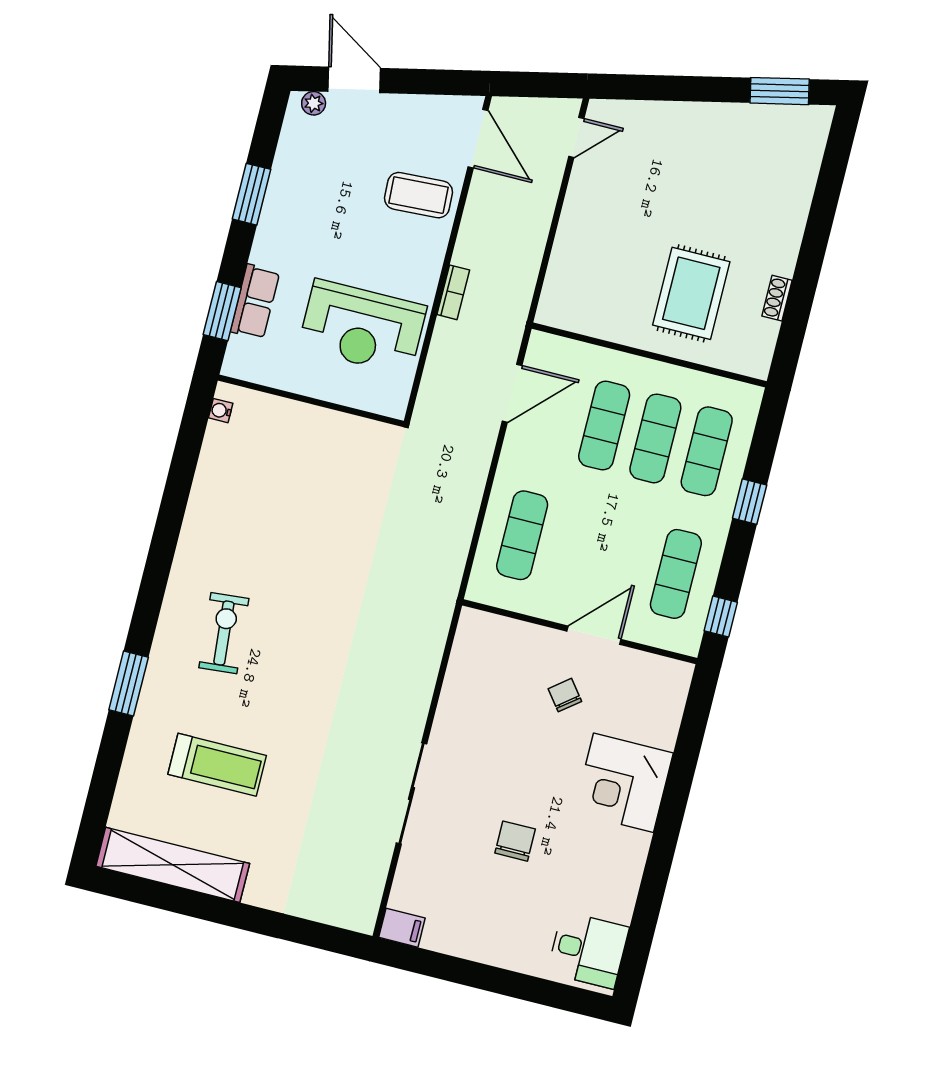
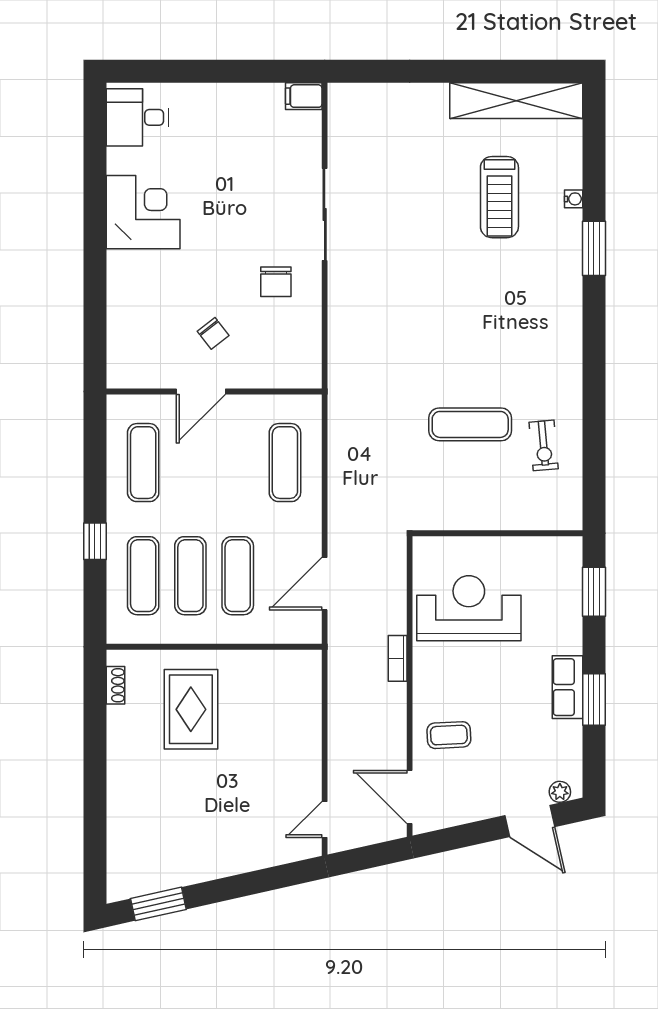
coffee table: (419, 195) -> (449, 735), width x0.73, depth x0.77
shoe rack: (777, 298) -> (116, 685), moved
row of seats: (255, 302) -> (567, 687), moved
water cooler: (221, 411) -> (574, 199), moved
exercise mat: (311, 526) -> (470, 424), added
window: (721, 617) -> (95, 435), removed
exercise bike: (224, 633) -> (544, 445), moved, width x0.73, depth x0.72
treadmill: (217, 765) -> (499, 197), turned -90
corner desk: (624, 783) -> (143, 212), moved
chair: (515, 841) -> (276, 282), moved

